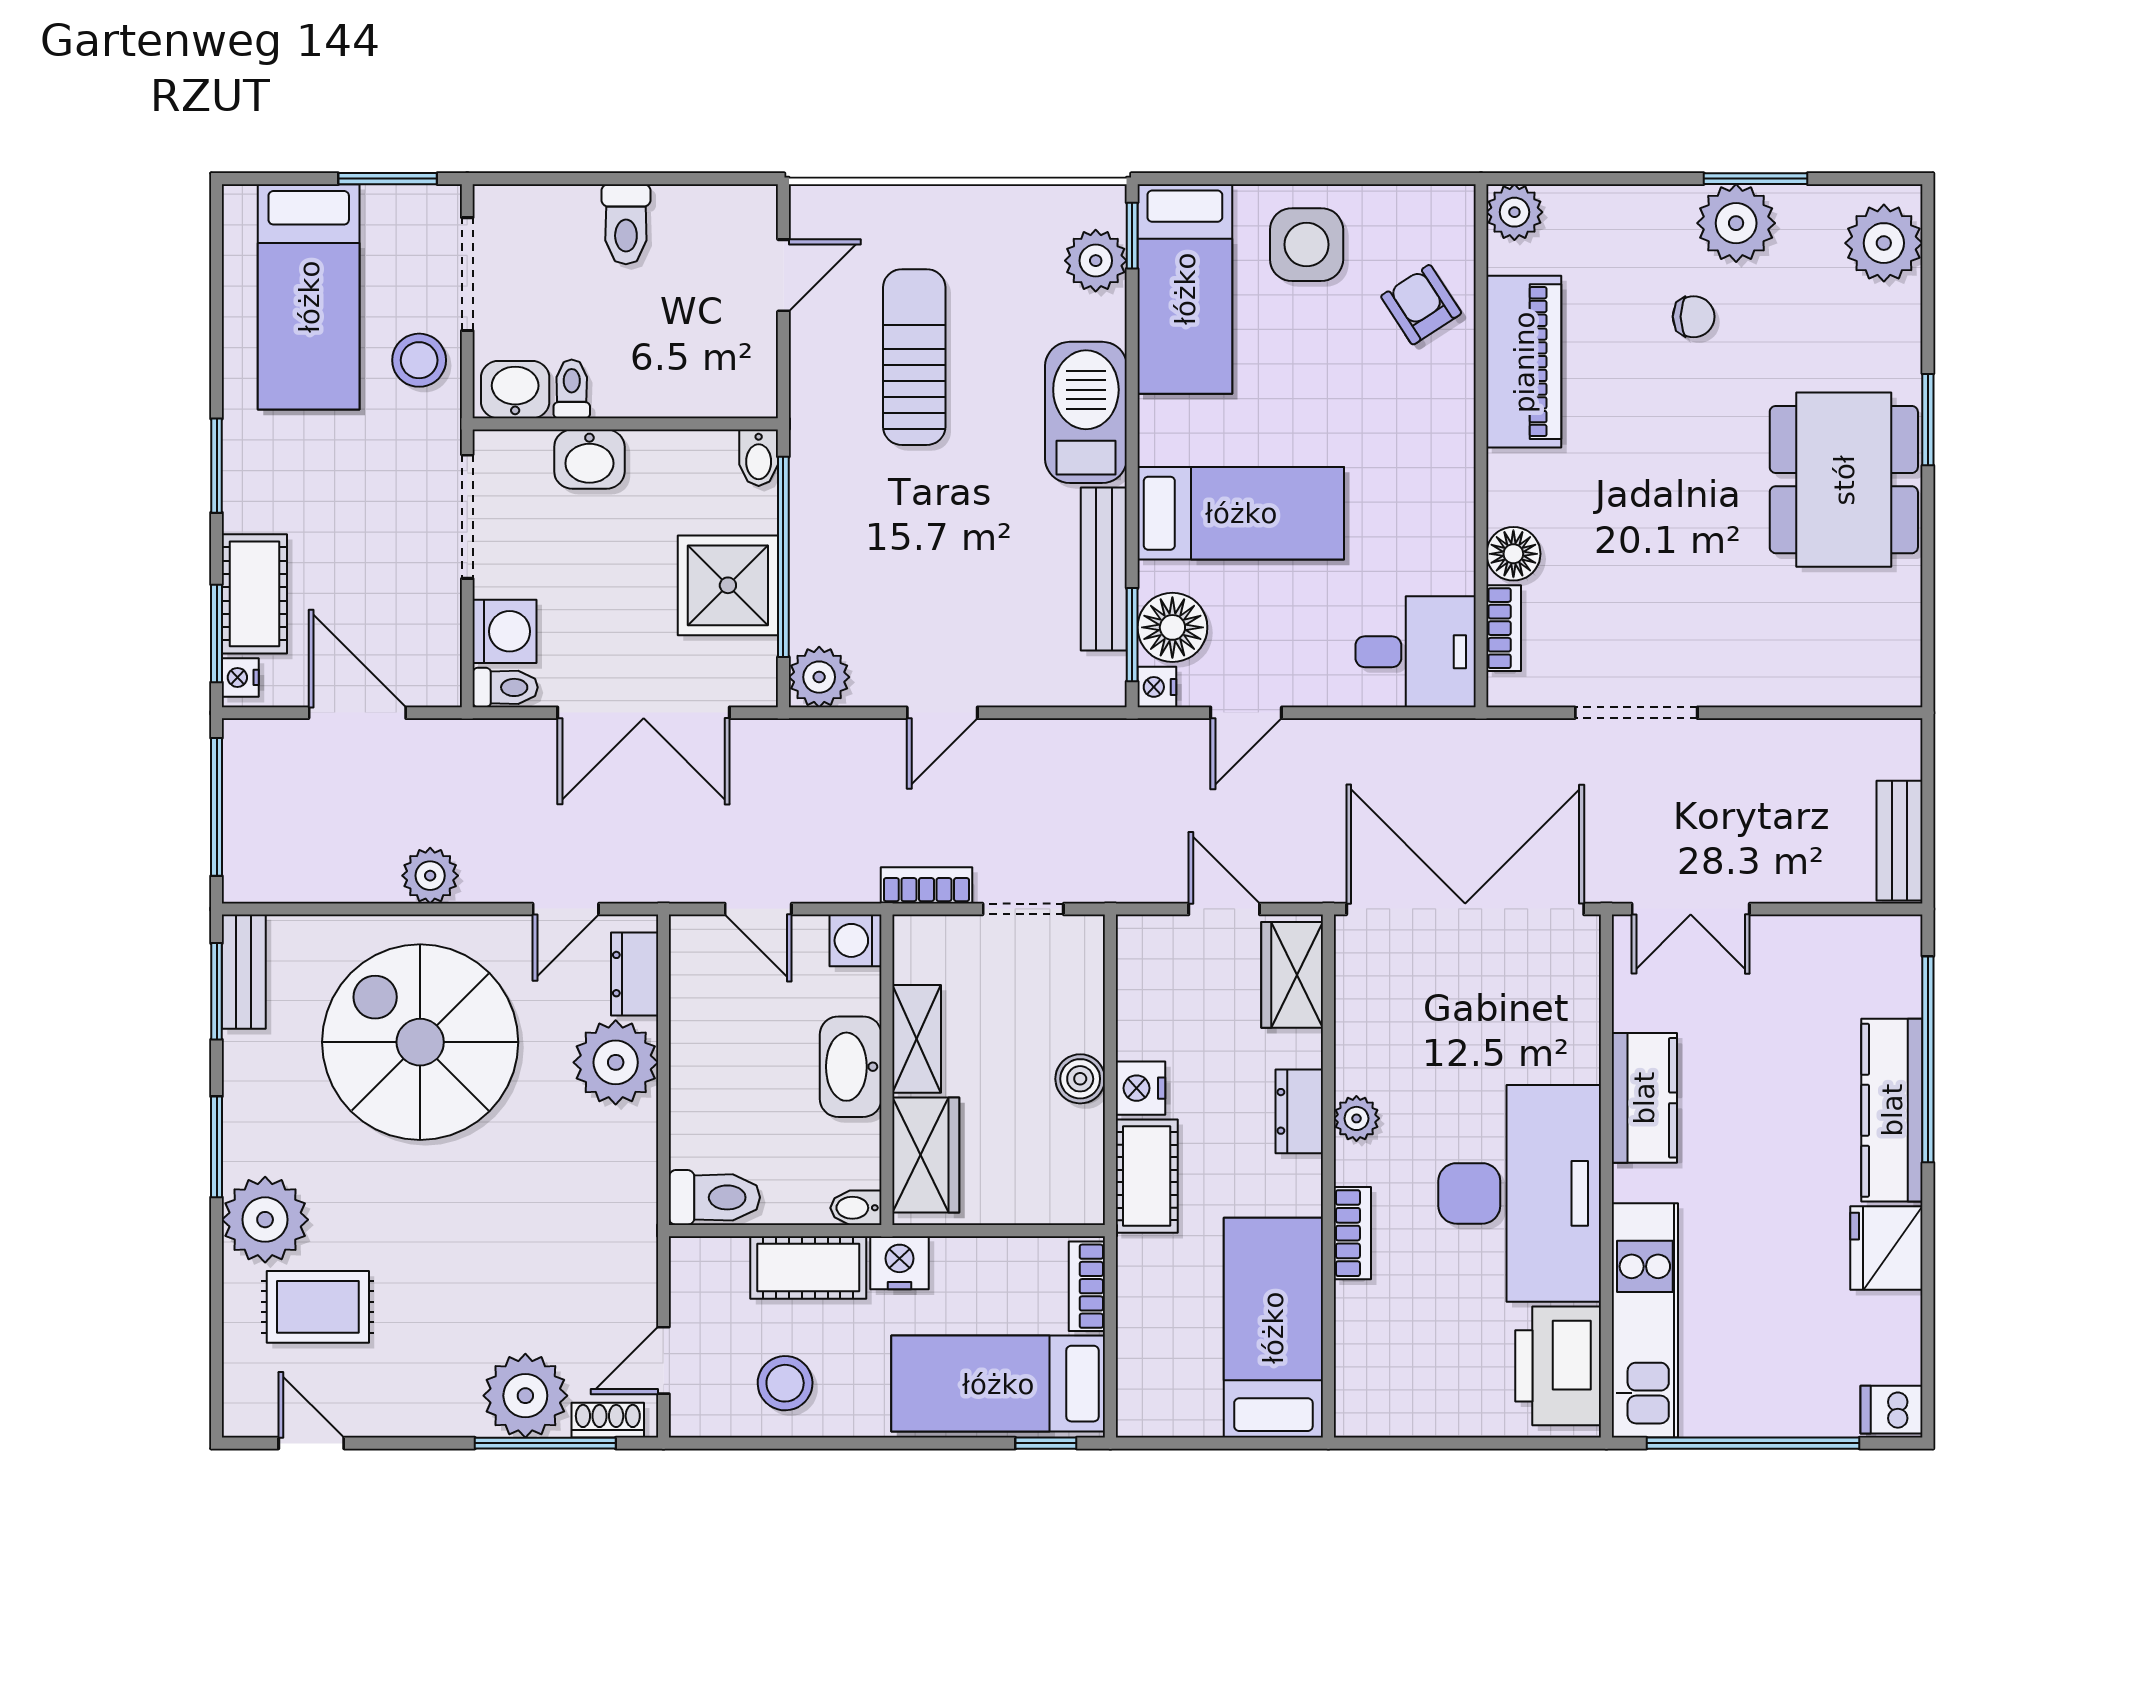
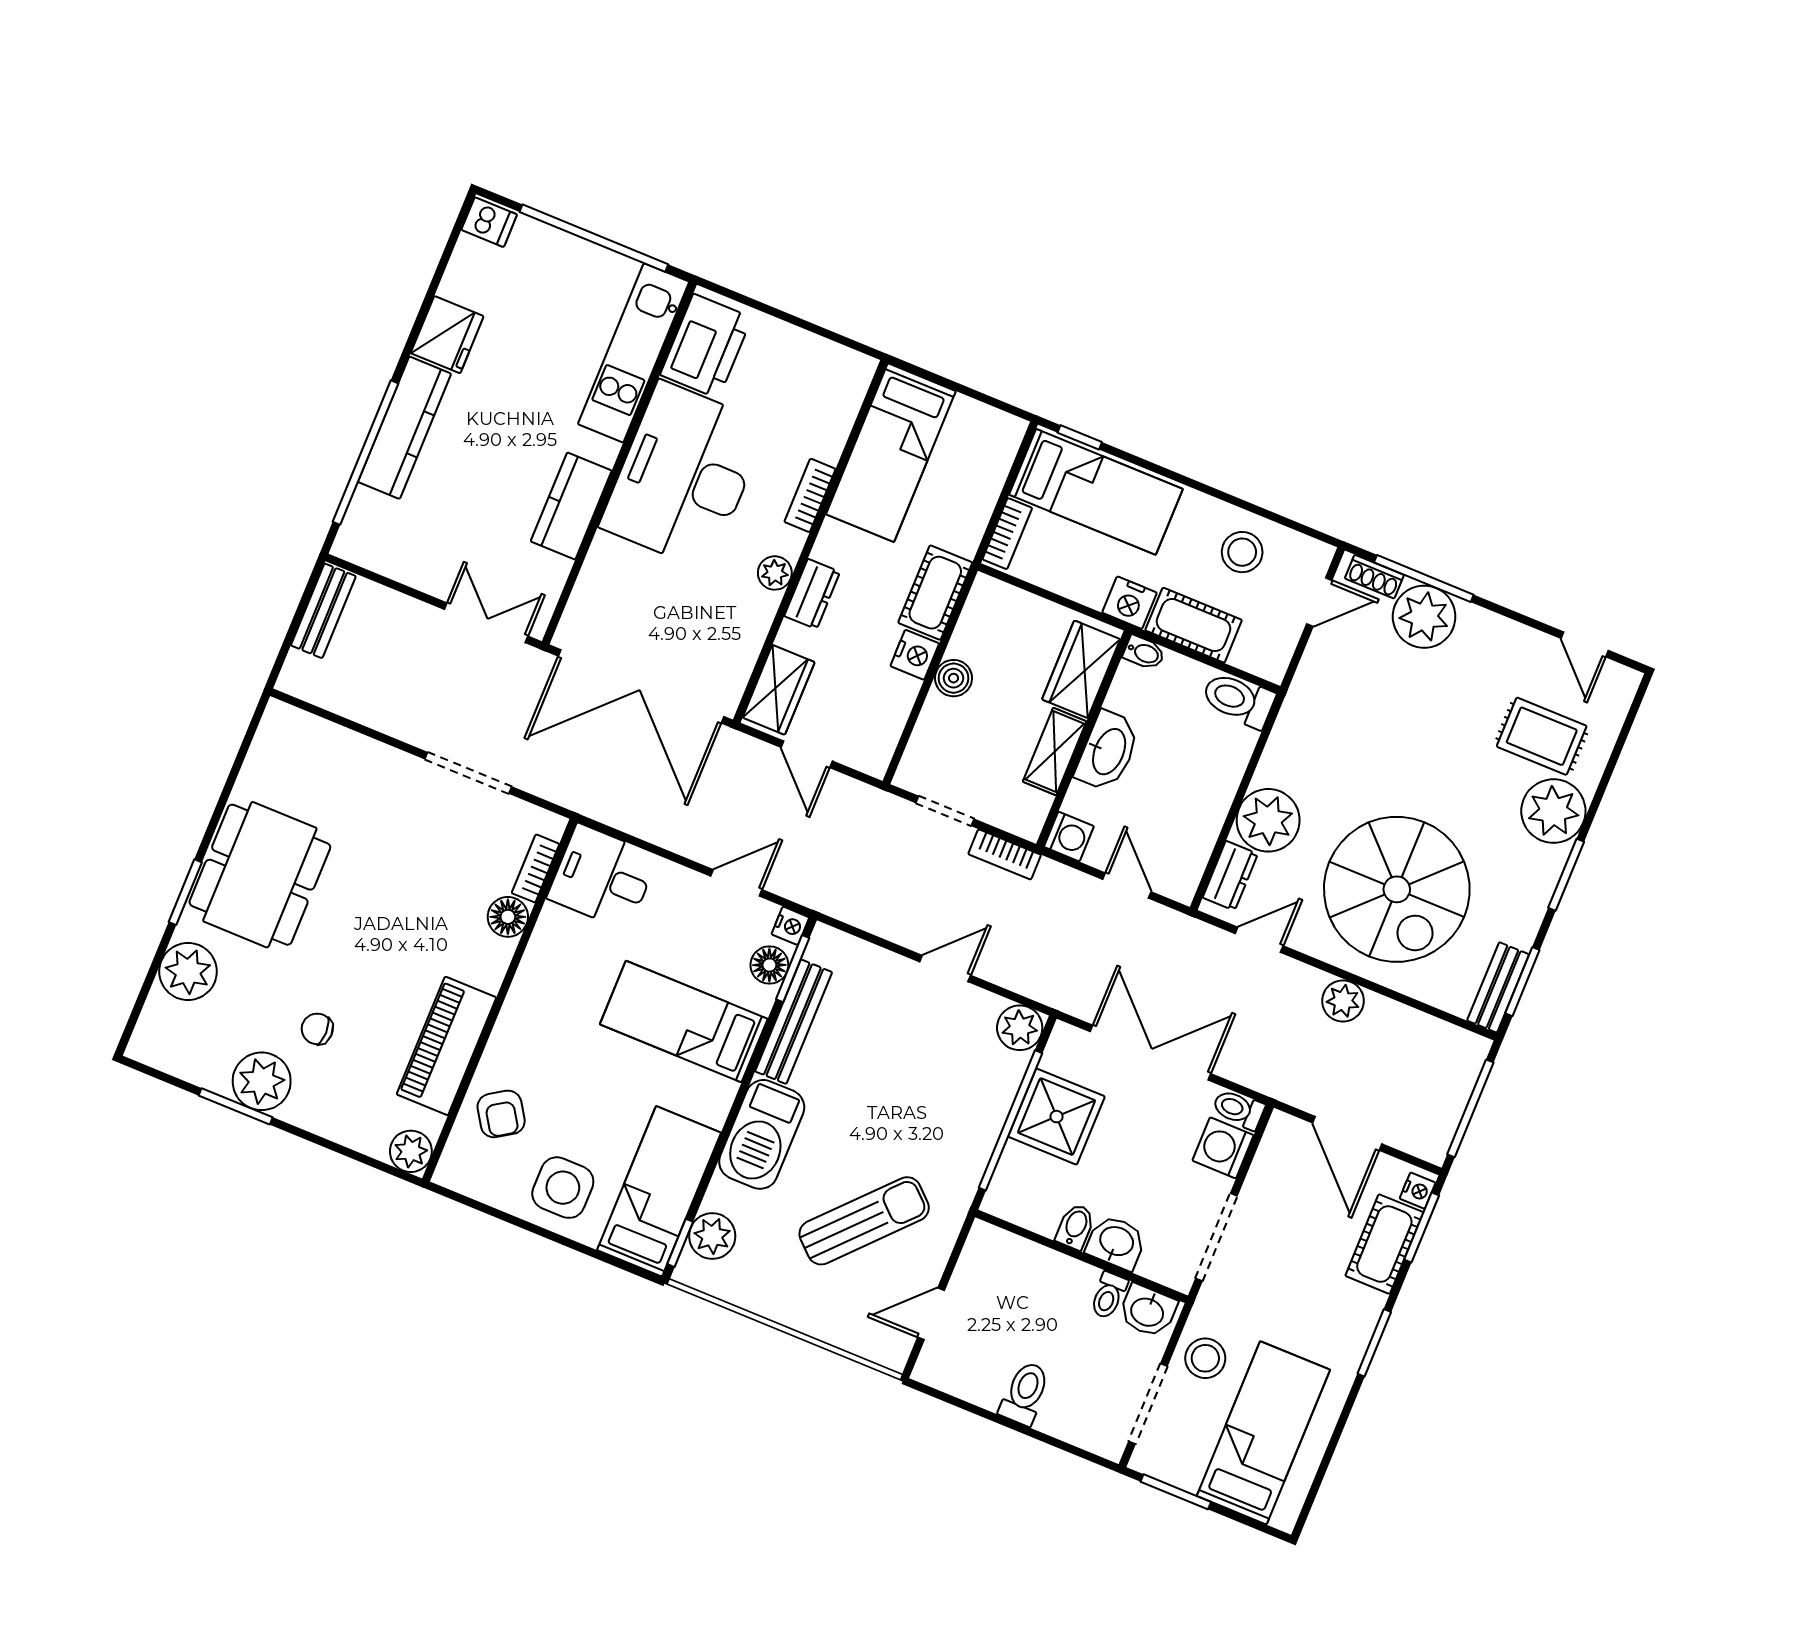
plant: (1884, 243) -> (188, 971), moved
sun lounger: (914, 357) -> (864, 1221), turned -137
bidet: (759, 458) -> (1075, 1227), moved
floor lamp: (1172, 627) -> (769, 965), width x0.73, depth x0.73

